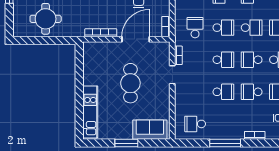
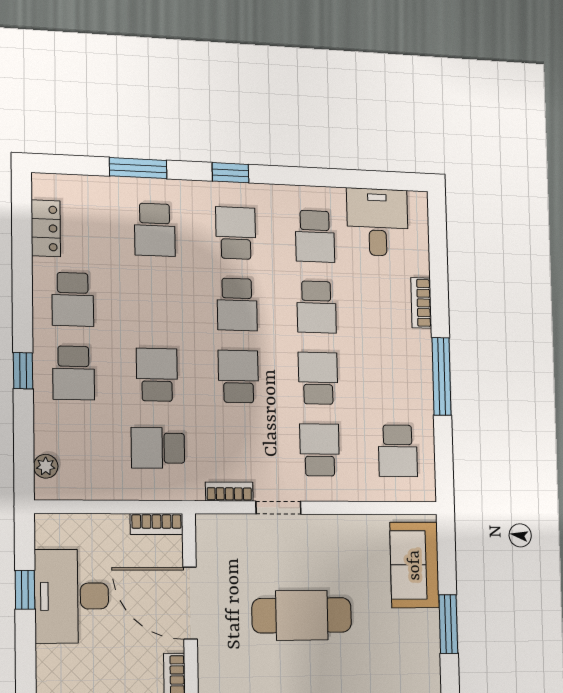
school desk: (252, 28) -> (320, 450), moved

